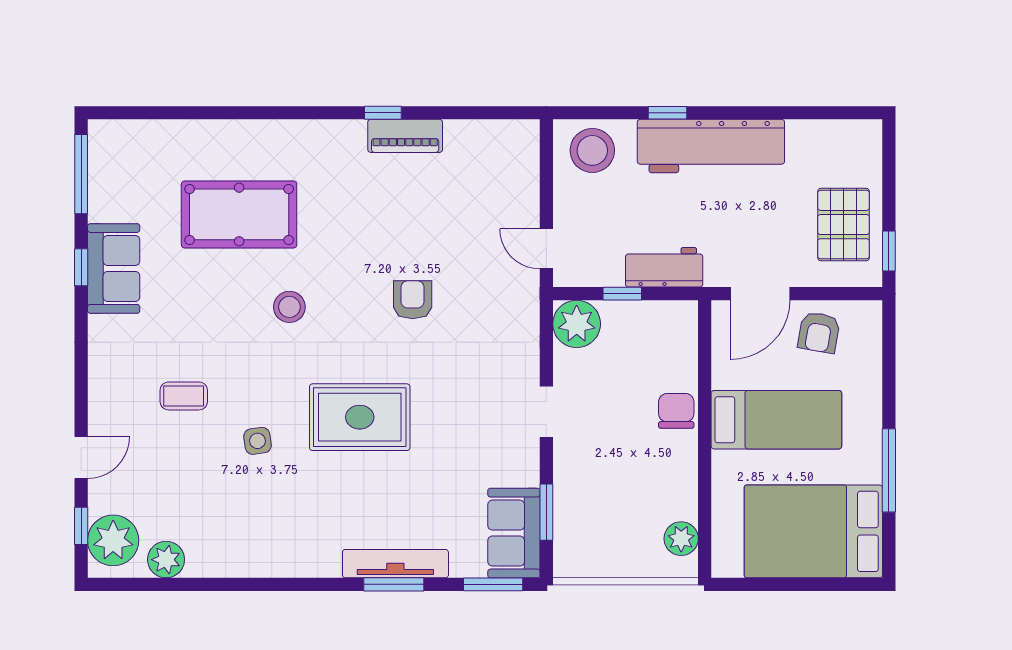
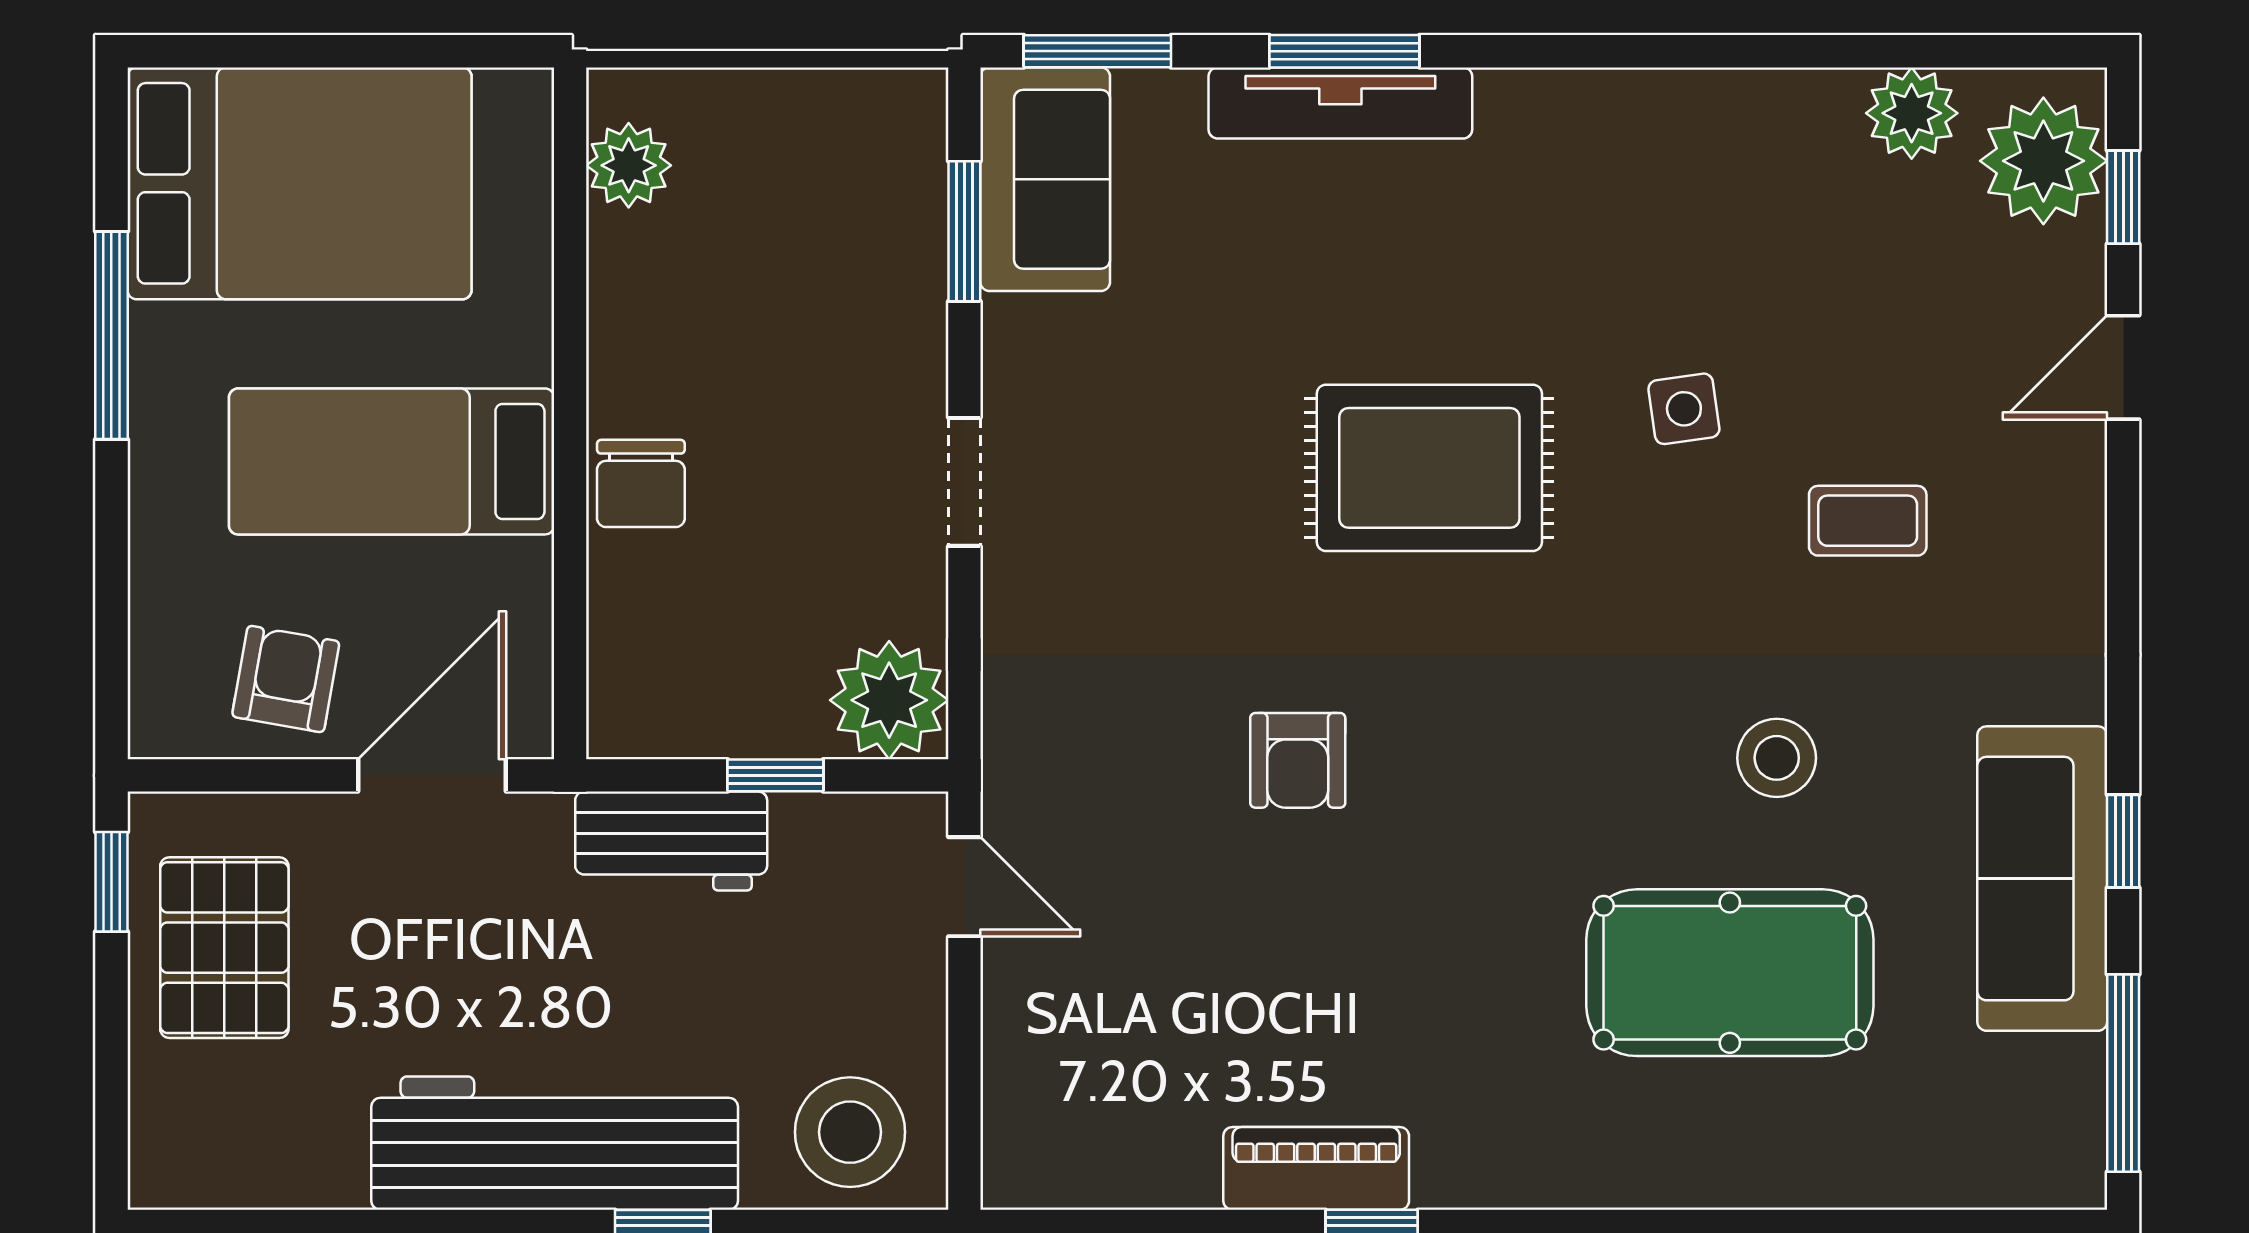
sofa: (114, 268) -> (2042, 879), width x1.36
stool: (289, 307) -> (1777, 758), moved

